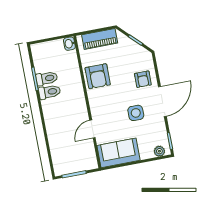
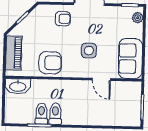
washbasin: (69, 44) -> (18, 86), width x1.91, depth x1.45
side table: (136, 113) -> (89, 51), moved

